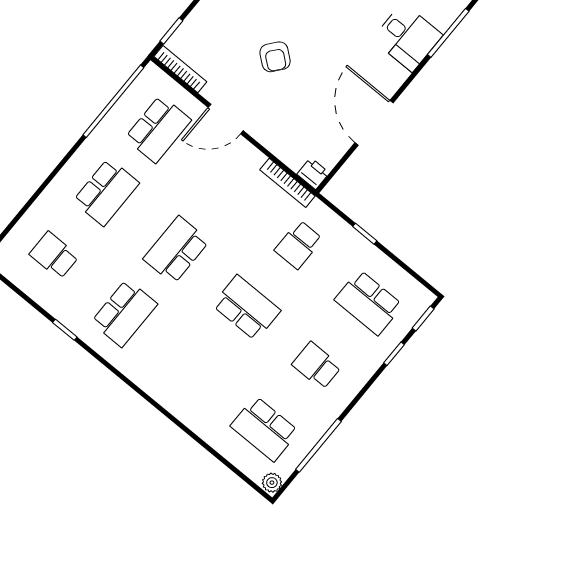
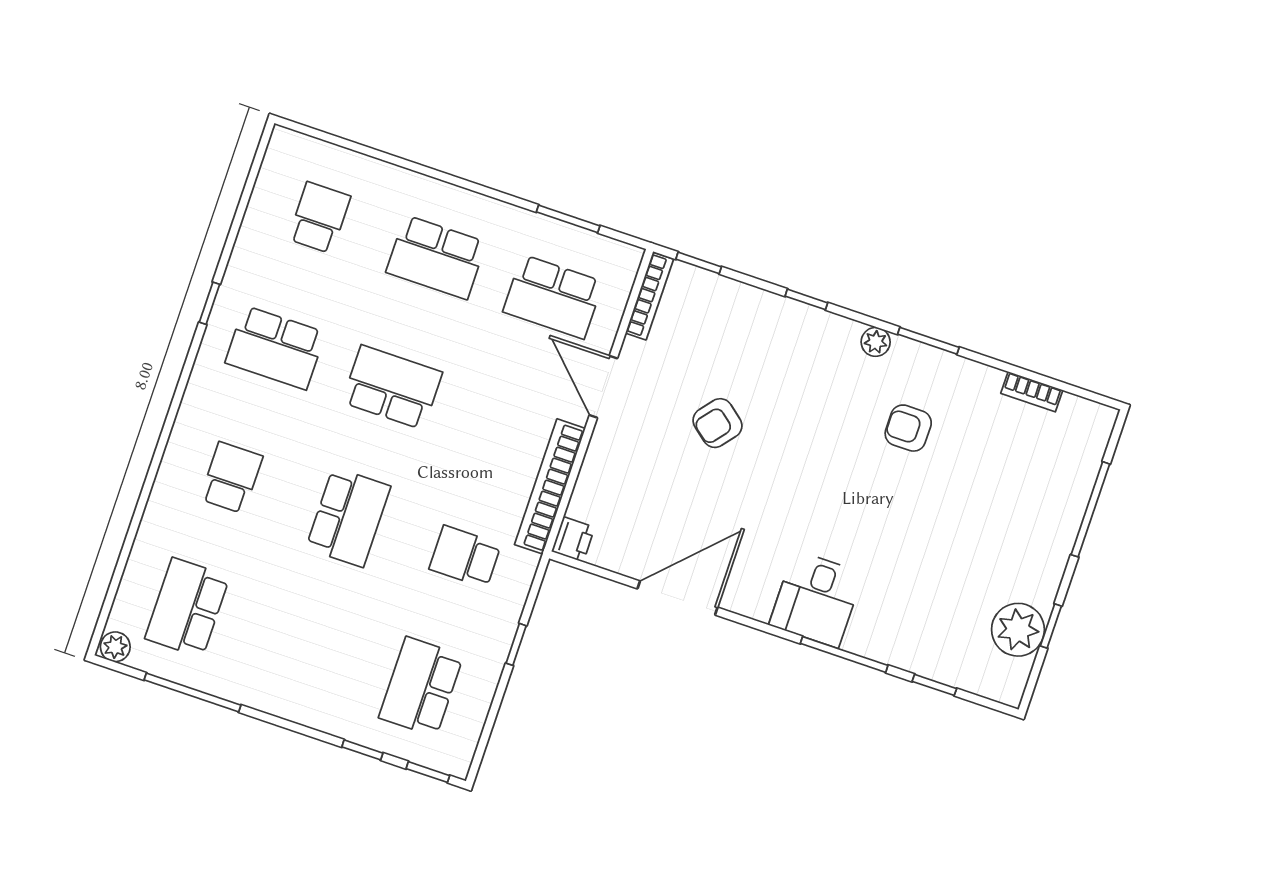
window: (113, 101) -> (568, 219), width x0.47
bookcase: (287, 183) -> (550, 486), width x1.48, depth x1.31
window: (65, 330) -> (210, 303), moved
school desk: (317, 366) -> (231, 478), moved

